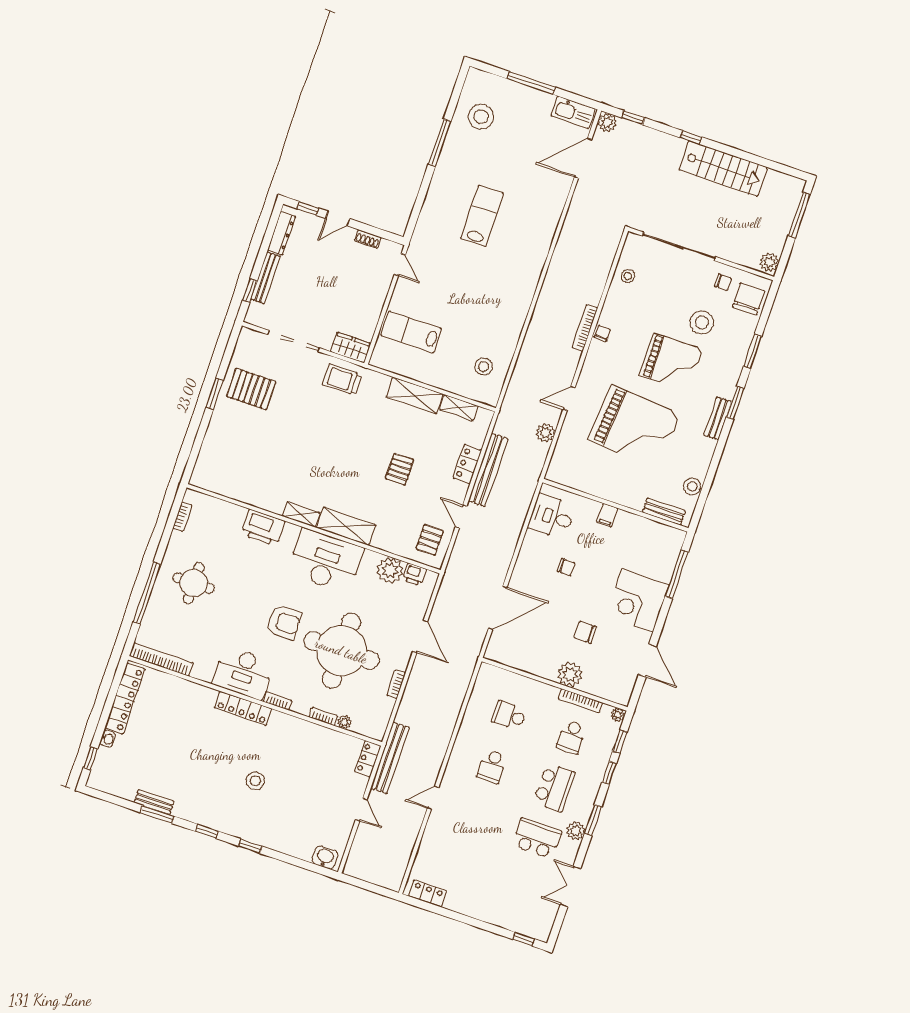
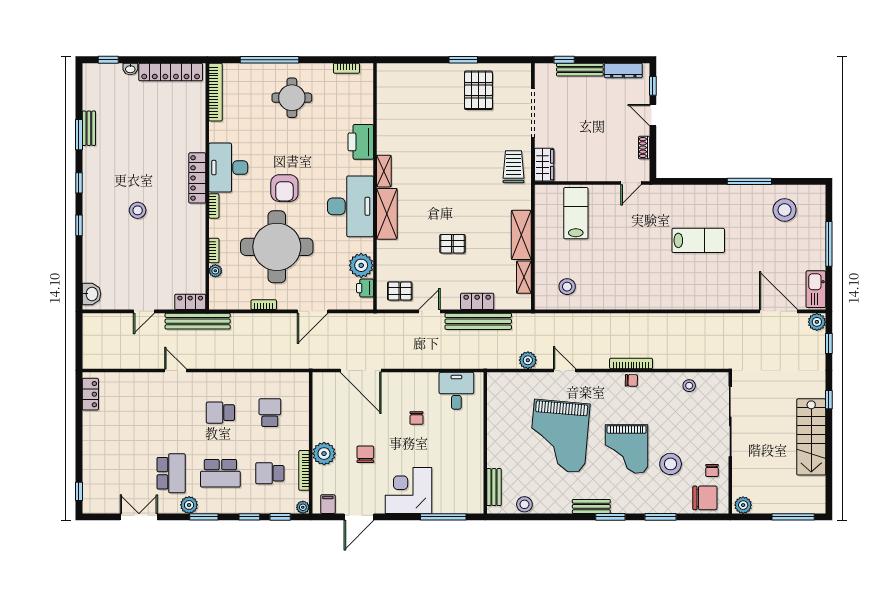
filing cabinet: (607, 515) -> (328, 504), moved, turned 90

